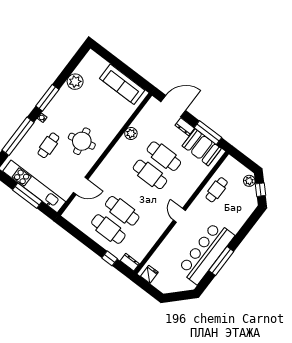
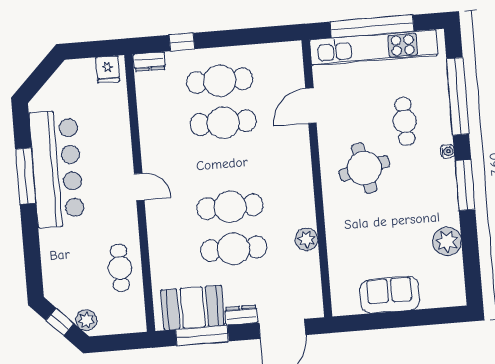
sofa: (122, 84) -> (390, 295), width x0.73
window: (27, 196) -> (372, 26), width x1.46

